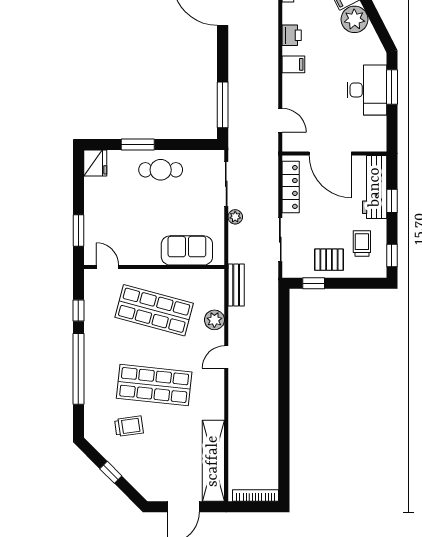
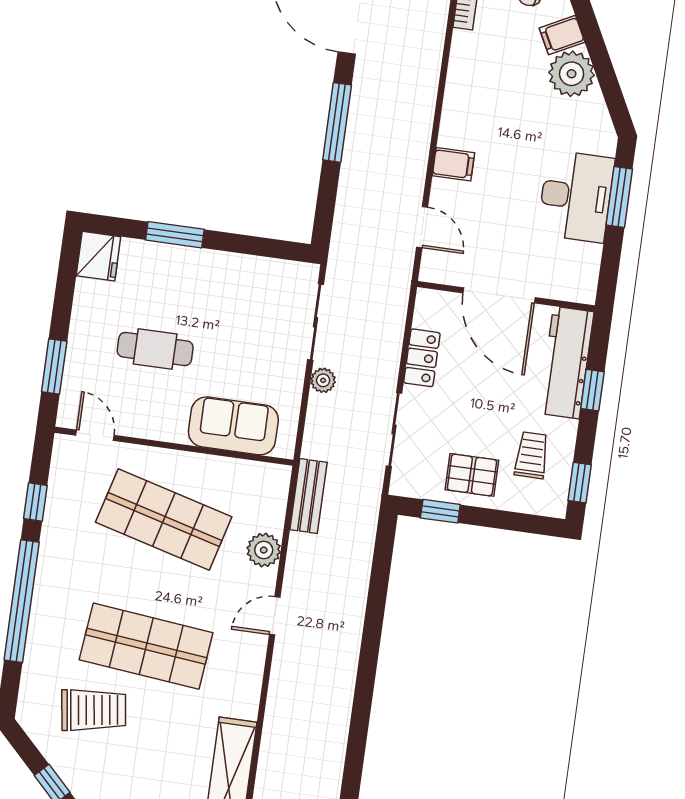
printer: (292, 35) -> (461, 86), removed
filing cabinet: (293, 64) -> (453, 164), moved
window: (223, 105) -> (337, 122), moved
cafe table: (161, 170) -> (155, 349), moved
locker: (291, 187) -> (422, 358), width x0.66
trolley: (129, 426) -> (94, 710), width x1.36, depth x1.39

